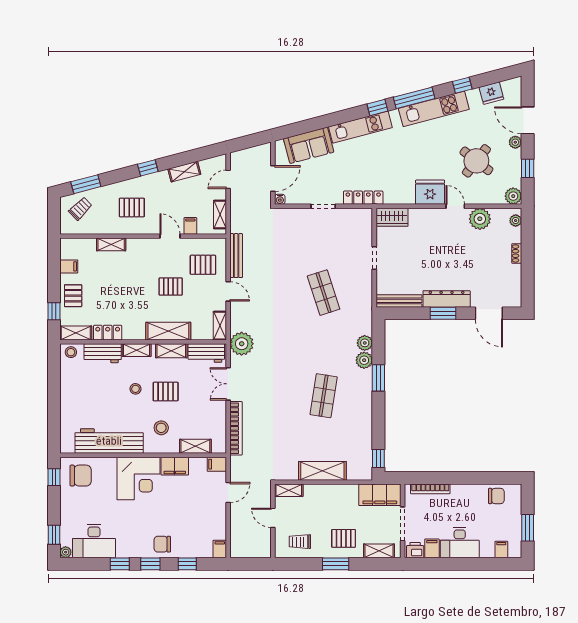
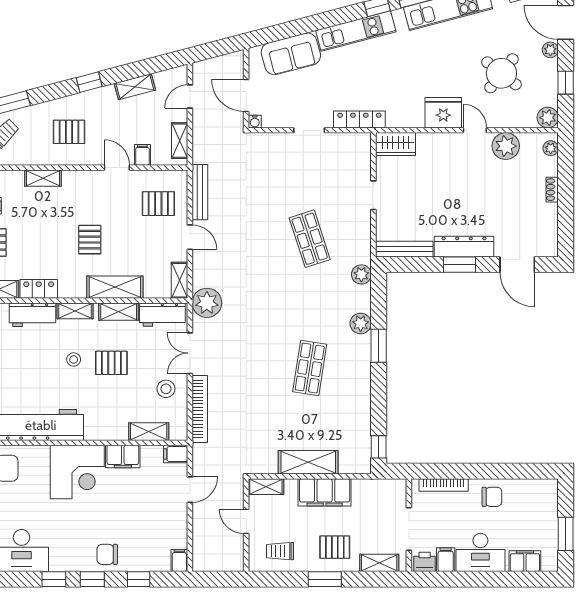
door: (273, 179) -> (246, 96), swing flipped
pallet: (171, 287) -> (90, 240), moved, turned 90
plant: (365, 343) -> (361, 274), moved
stool: (161, 428) -> (166, 389), moved
filing cabinet: (380, 495) -> (325, 492), moved
chair: (496, 496) -> (492, 497), moved
filing cabinet: (501, 549) -> (525, 561), width x2.00

